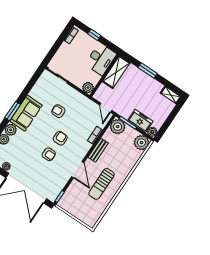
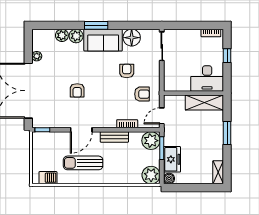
plant: (88, 88) -> (170, 85), removed
floor lamp: (38, 92) -> (132, 38), added
armchair: (60, 138) -> (142, 94), moved
barbecue: (95, 215) -> (48, 178), added

